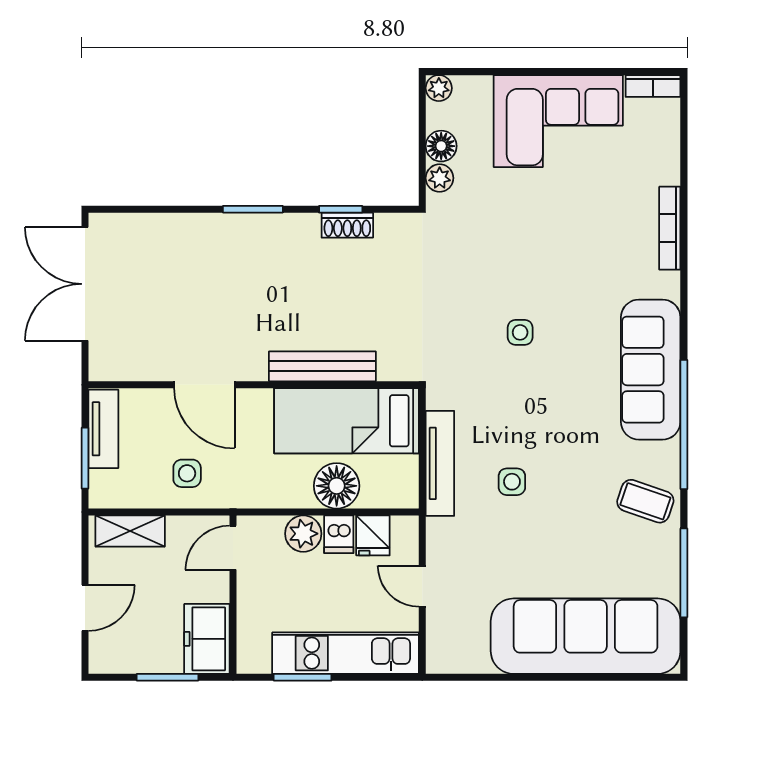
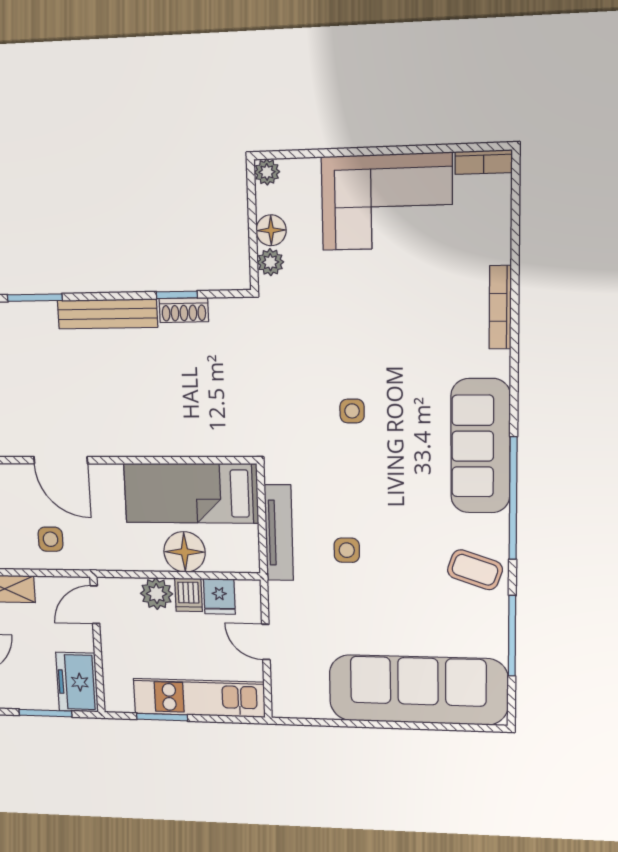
window: (253, 209) -> (35, 298), moved
bench: (322, 366) -> (107, 314), moved

